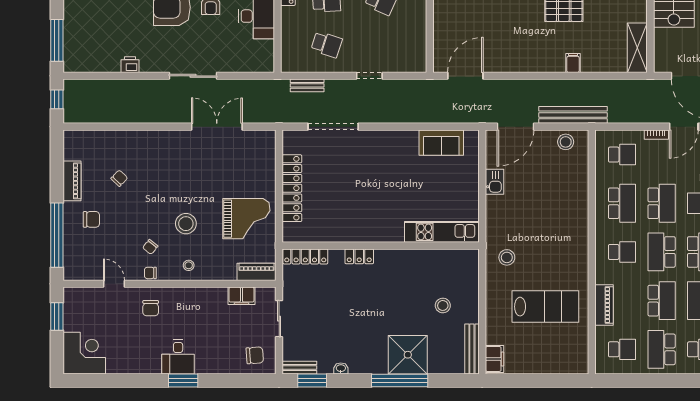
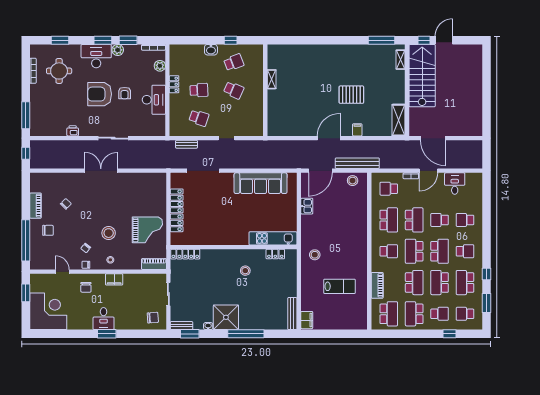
door: (465, 76) -> (329, 138), moved
double door: (217, 127) -> (101, 171), moved
sofa: (441, 143) -> (261, 183), width x1.85, depth x1.27
school desk: (622, 155) -> (389, 189), turned 180
locker: (359, 256) -> (275, 254), moved
filing cabinet: (241, 296) -> (114, 279), moved
stool: (443, 305) -> (245, 271), moved
lab bench: (545, 307) -> (340, 286), width x0.73, depth x0.72
school desk: (622, 349) -> (389, 314), width x1.85
corner desk: (84, 353) -> (48, 311), width x1.36, depth x1.36
shower: (408, 355) -> (226, 317), moved

